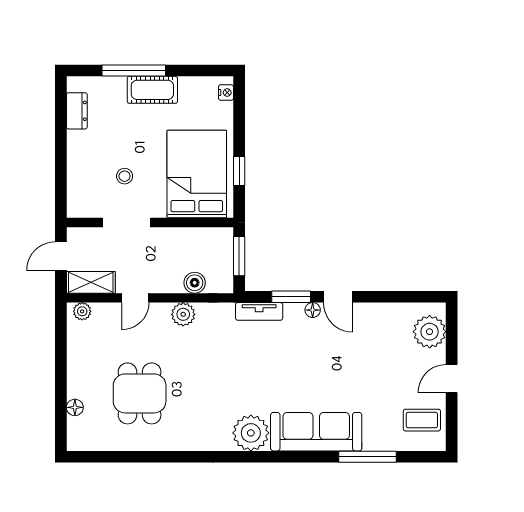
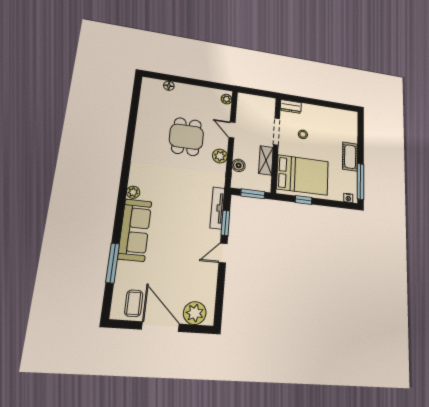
window: (134, 71) -> (361, 181), moved
dresser: (77, 111) -> (291, 106), moved
door: (61, 256) -> (259, 93), removed
shelving: (91, 282) -> (266, 160), moved
floor lamp: (313, 310) -> (216, 236), removed
tv unit: (259, 311) -> (217, 208), width x1.41
door: (452, 379) -> (161, 327), width x1.87
dining table: (140, 393) -> (186, 137), moved, turned 90
plant: (251, 433) -> (133, 192), width x0.53, depth x0.53

